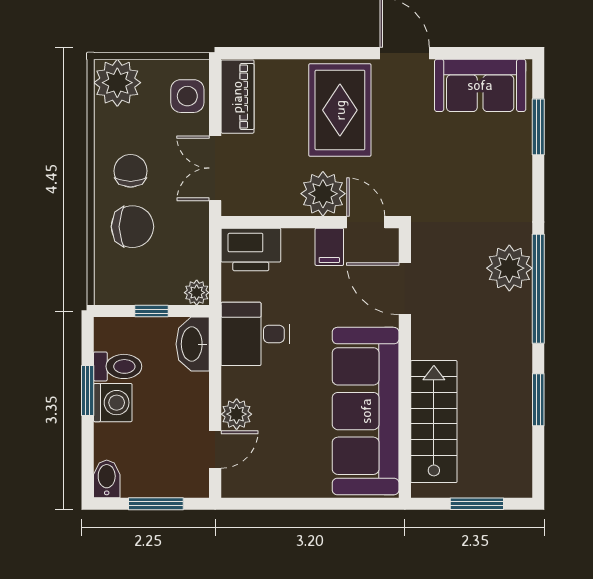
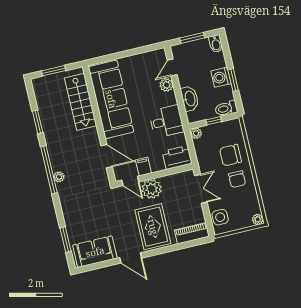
plant: (117, 83) -> (258, 219), width x0.53, depth x0.53
piano: (237, 97) -> (192, 233), moved, turned 90
plant: (509, 268) -> (59, 177), width x0.53, depth x0.53
washbasin: (193, 344) -> (190, 99), moved
toilet: (118, 366) -> (226, 108), moved

